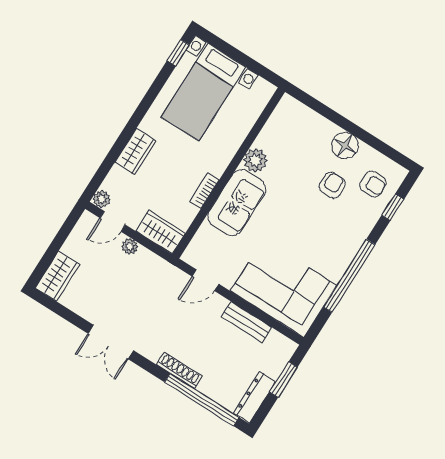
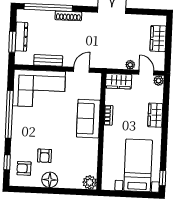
plant: (255, 160) -> (90, 182), moved
door: (113, 221) -> (146, 73), hinge flipped
wardrobe: (57, 276) -> (158, 39), moved
dresser: (255, 397) -> (21, 37), moved

